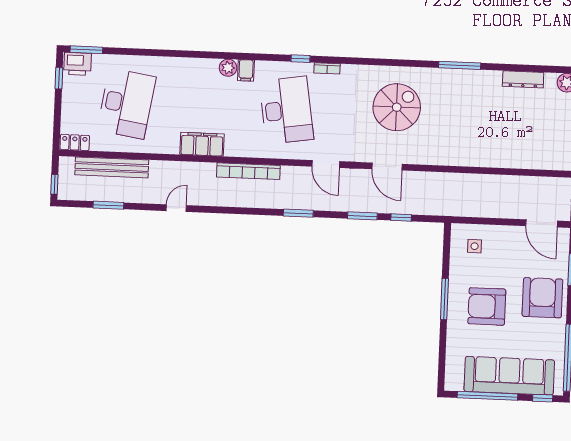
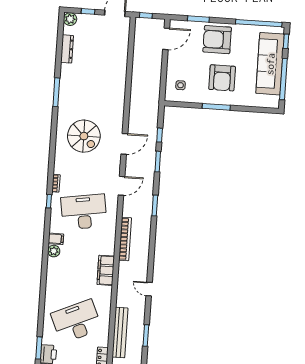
desk: (126, 103) -> (76, 321), turned -33
spiral stairs: (397, 107) -> (84, 136), turned 180

